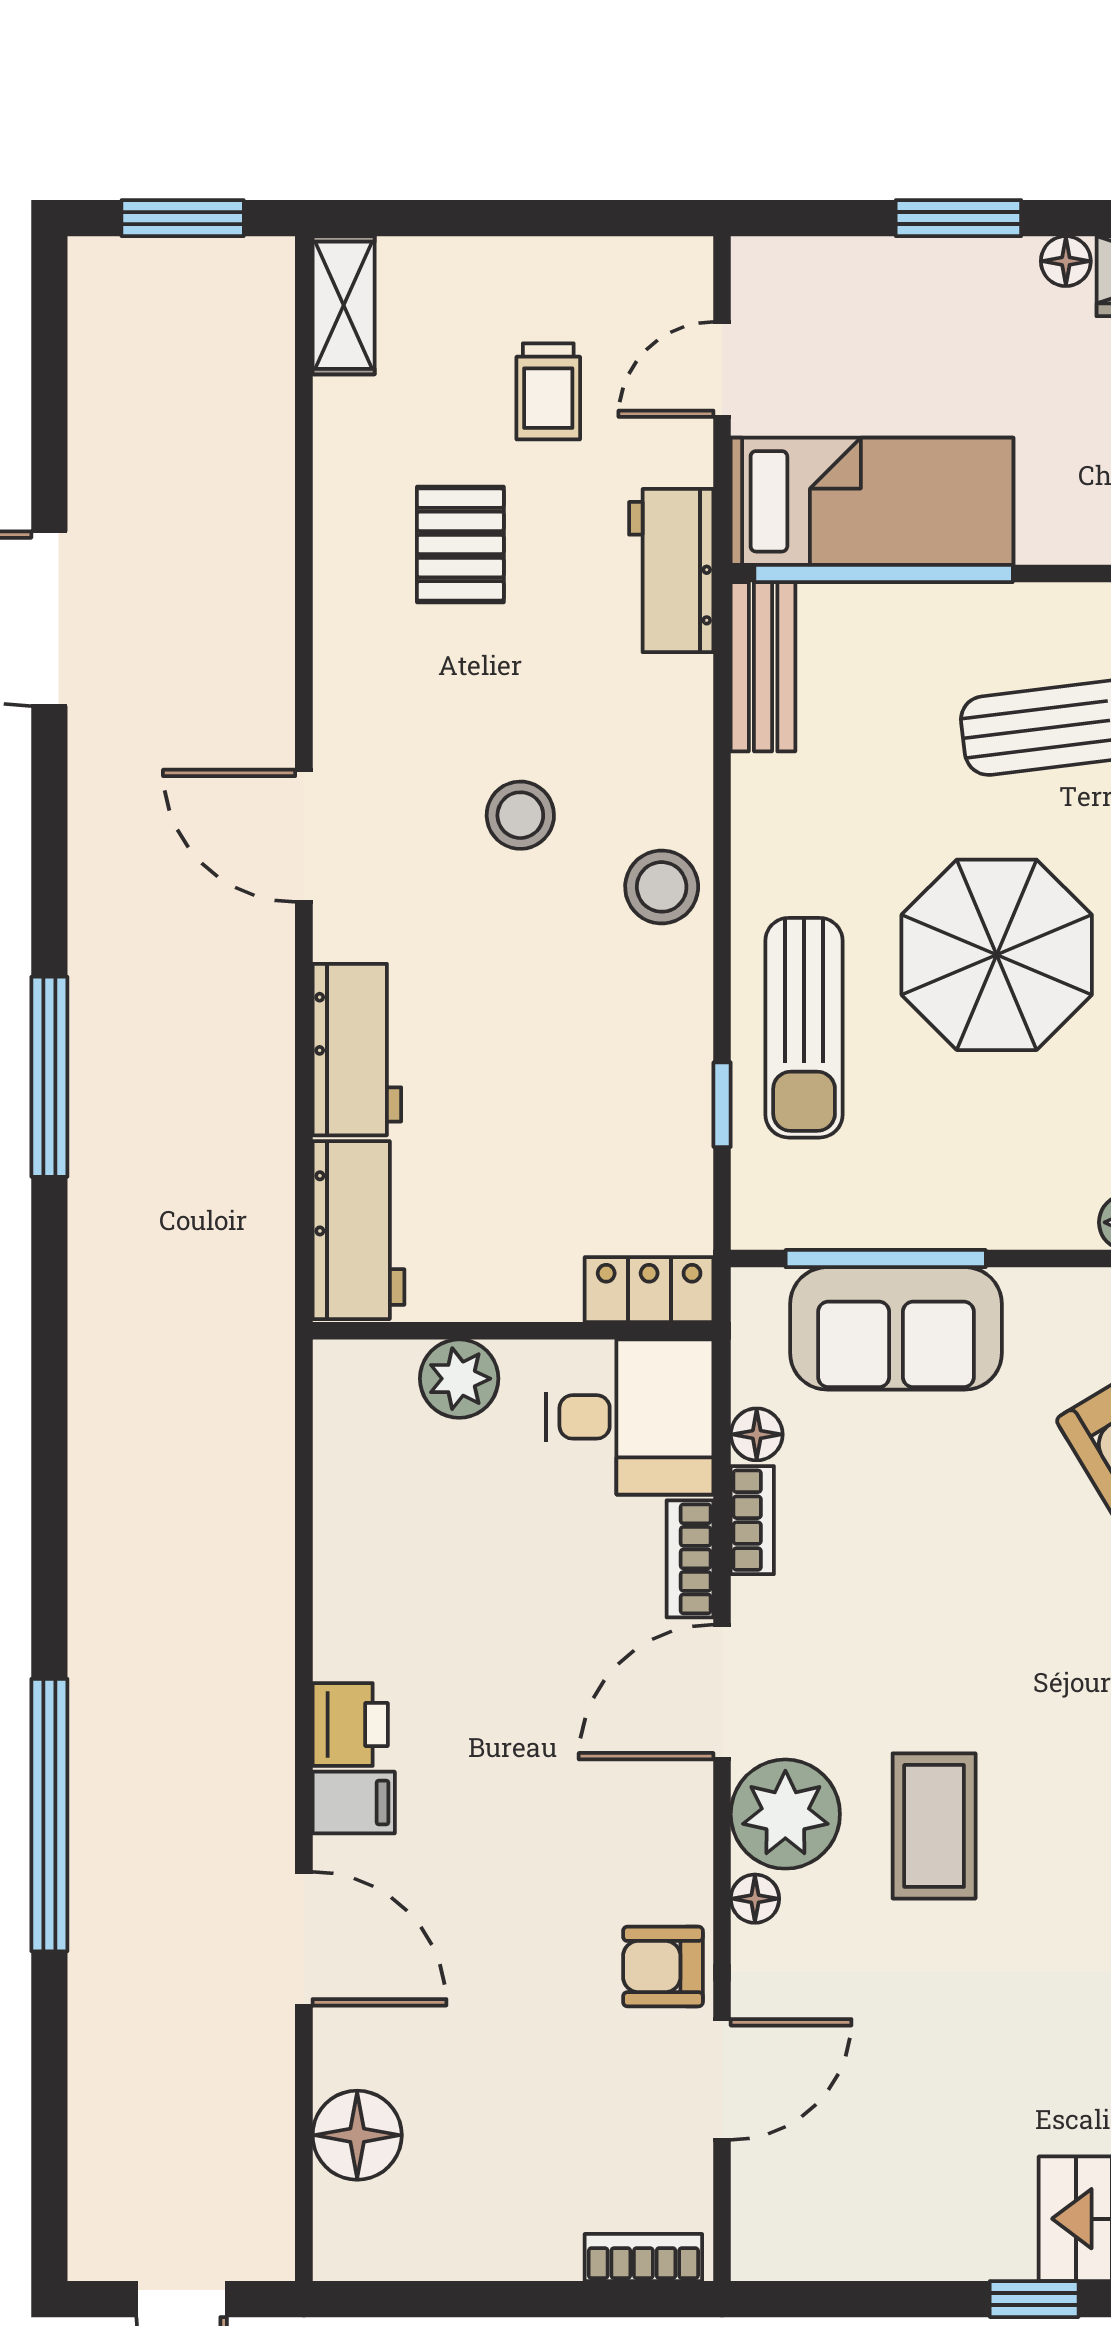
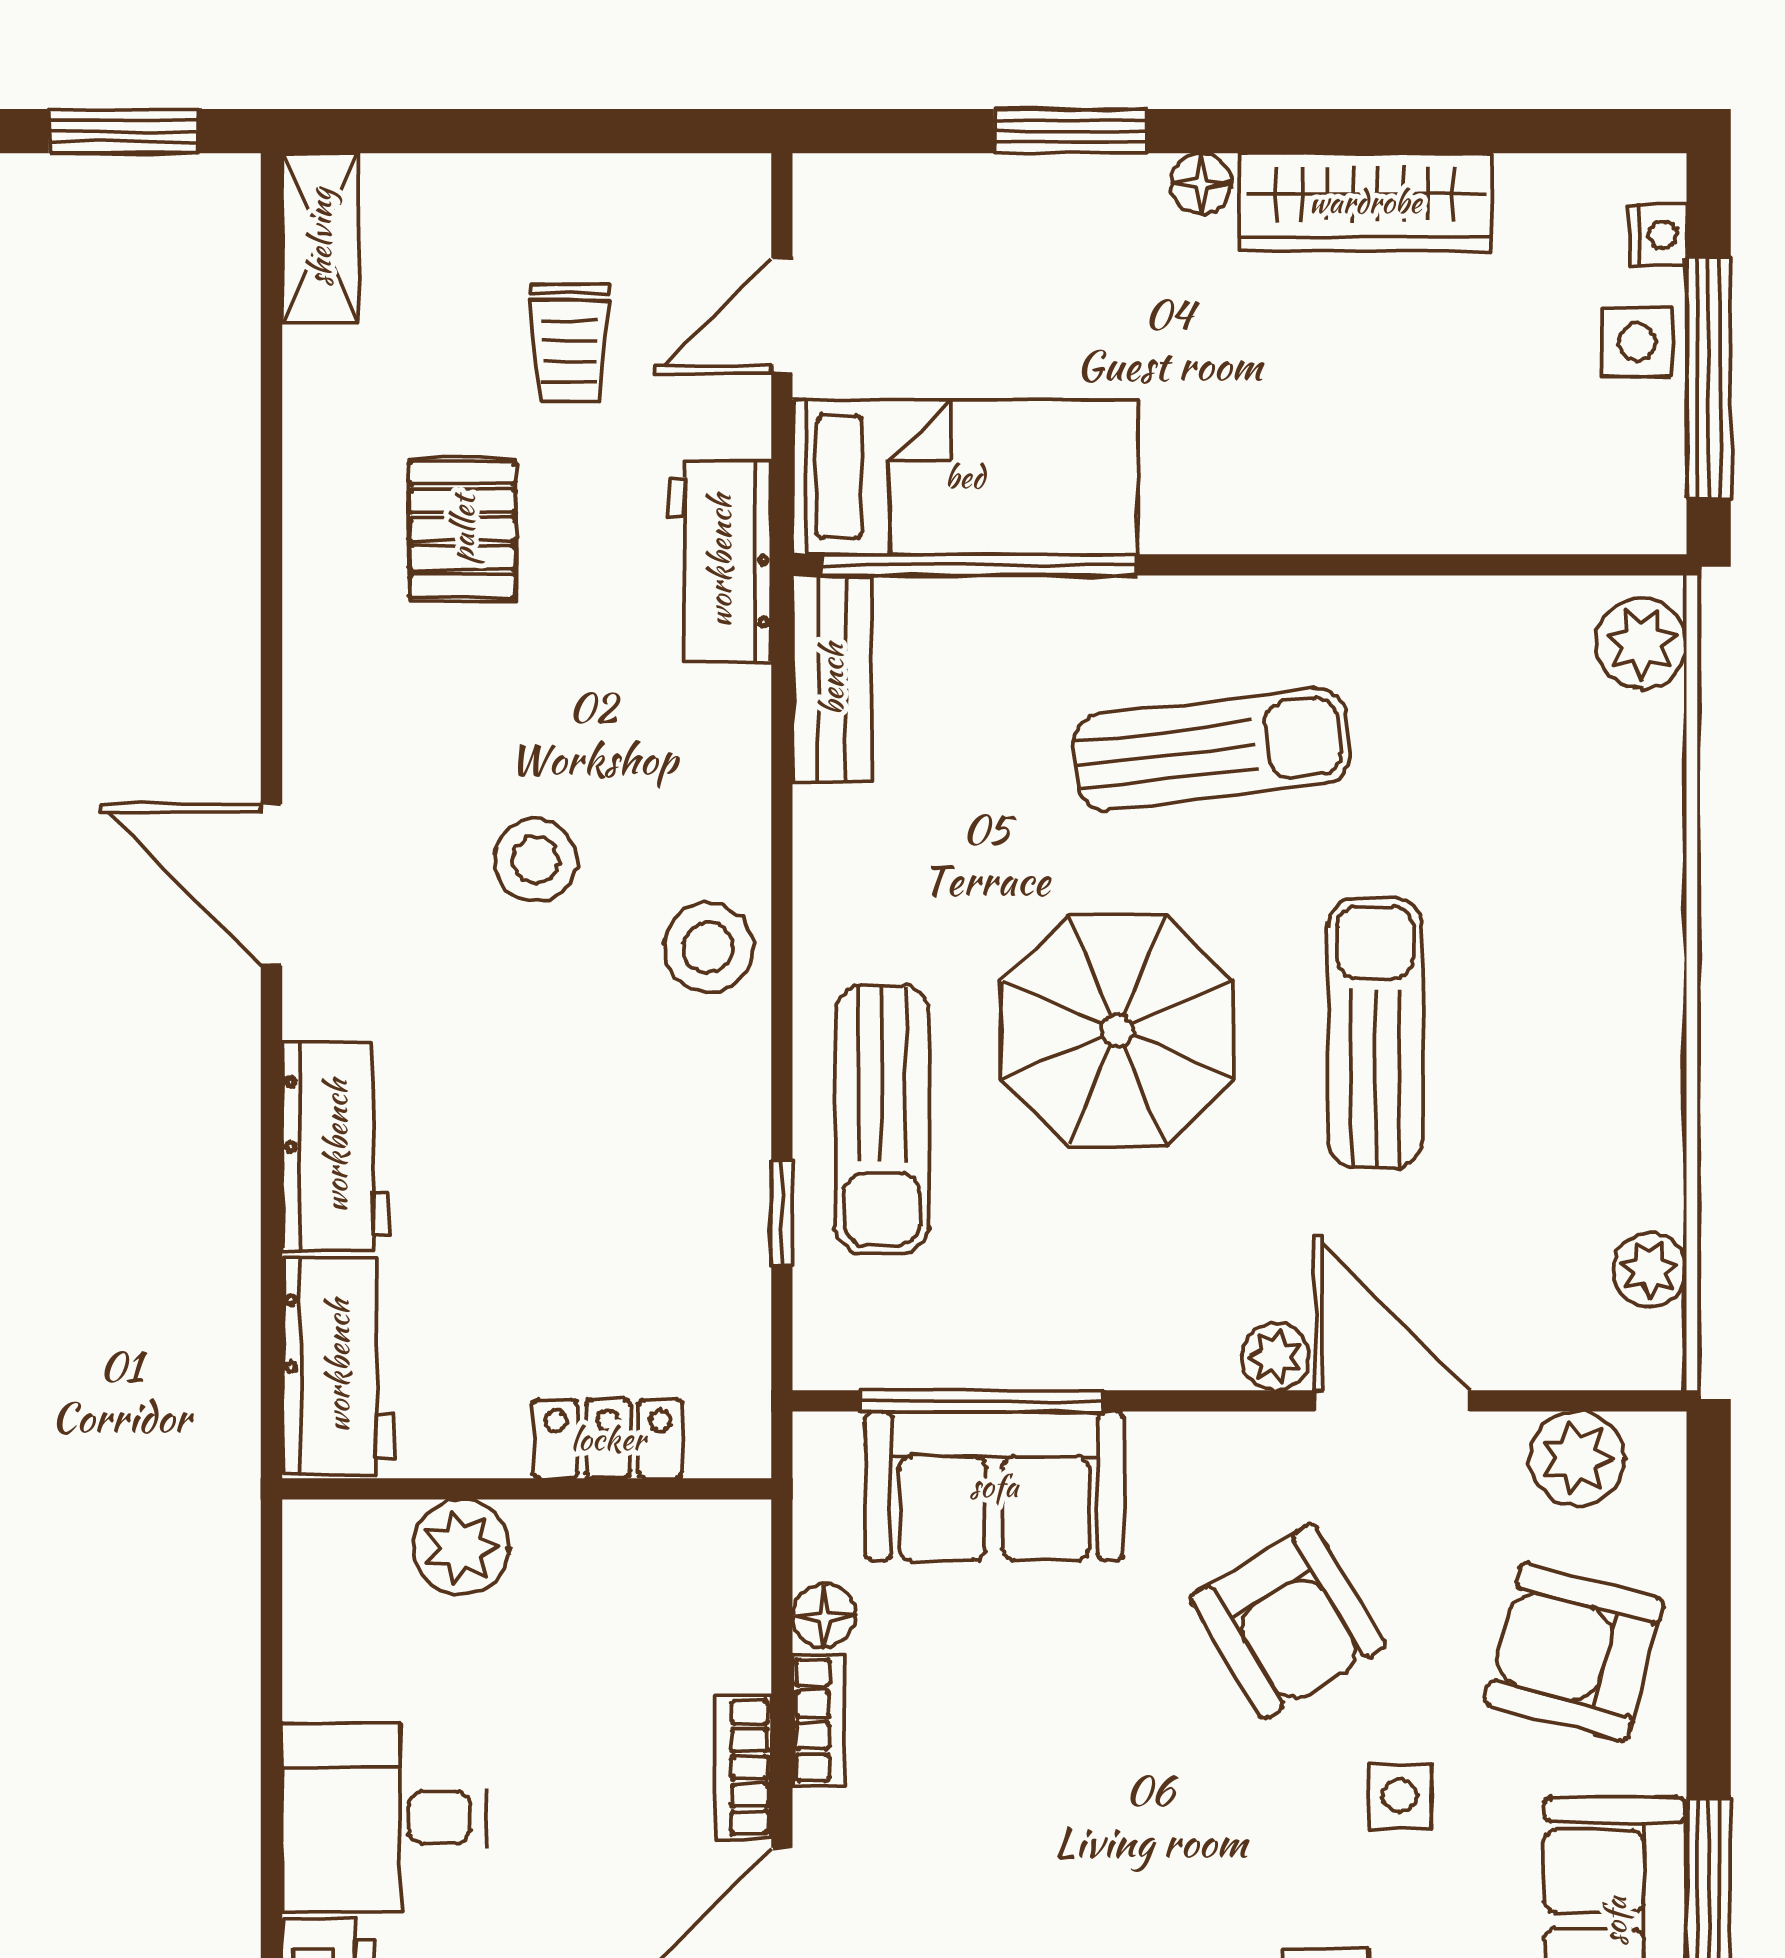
locker: (649, 1290) -> (608, 1439), moved
desk: (630, 1417) -> (384, 1817), moved, turned 180

